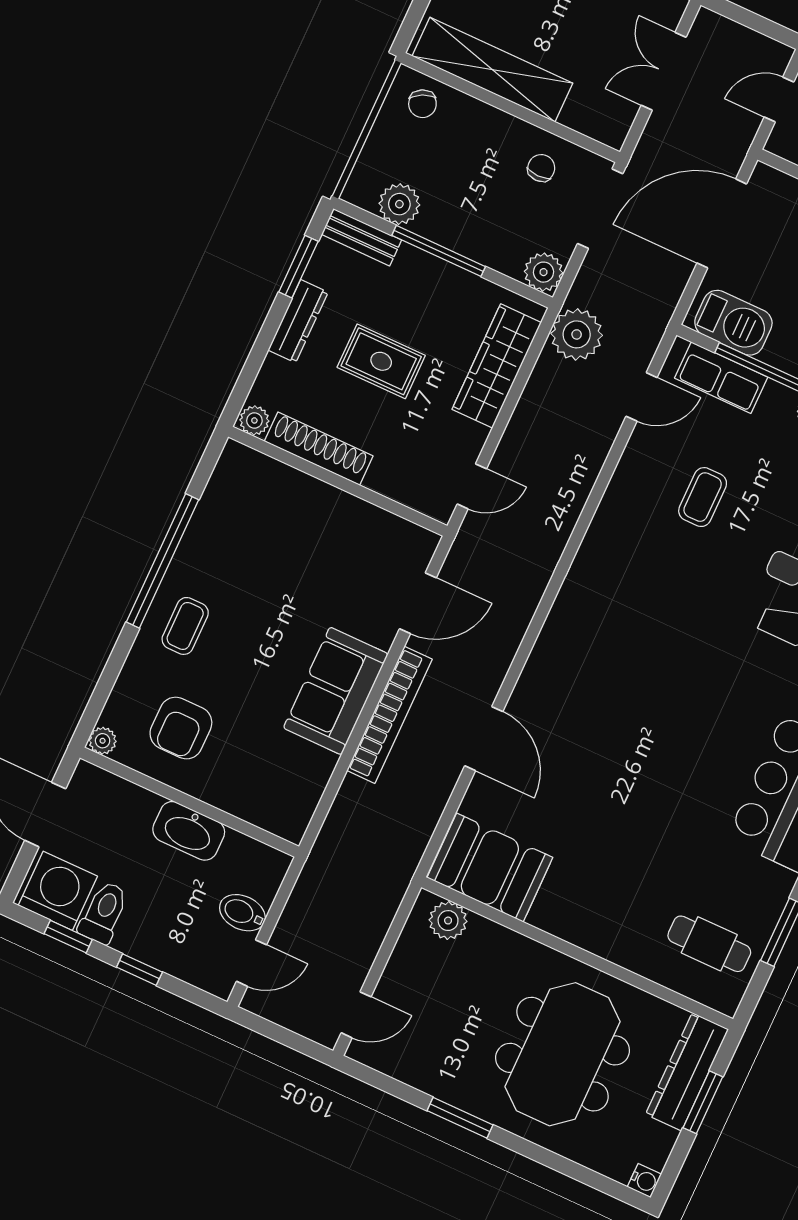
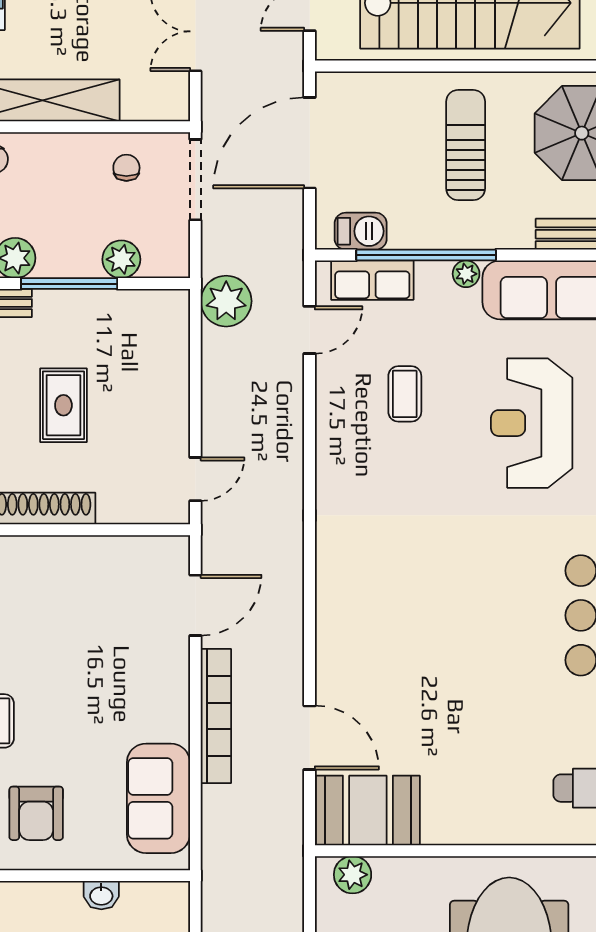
plant: (544, 272) -> (121, 259), moved
barbecue: (733, 323) -> (361, 231), width x0.73, depth x0.79
rug: (381, 361) -> (63, 405), turned 90
wardrobe: (497, 366) -> (168, 362), removed
sofa: (336, 691) -> (158, 798), moved
door: (484, 739) -> (310, 738), moved
washbasin: (189, 831) -> (101, 895), width x0.52, depth x0.69

